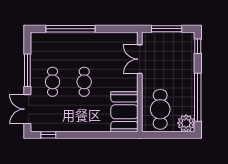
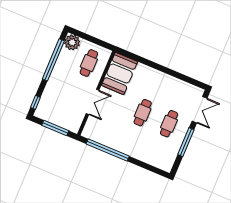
window: (70, 29) -> (108, 150), moved
double door: (140, 59) -> (93, 102), moved
cafe table: (160, 109) -> (89, 63), width x0.73, depth x0.74
window: (48, 135) -> (191, 81), removed

